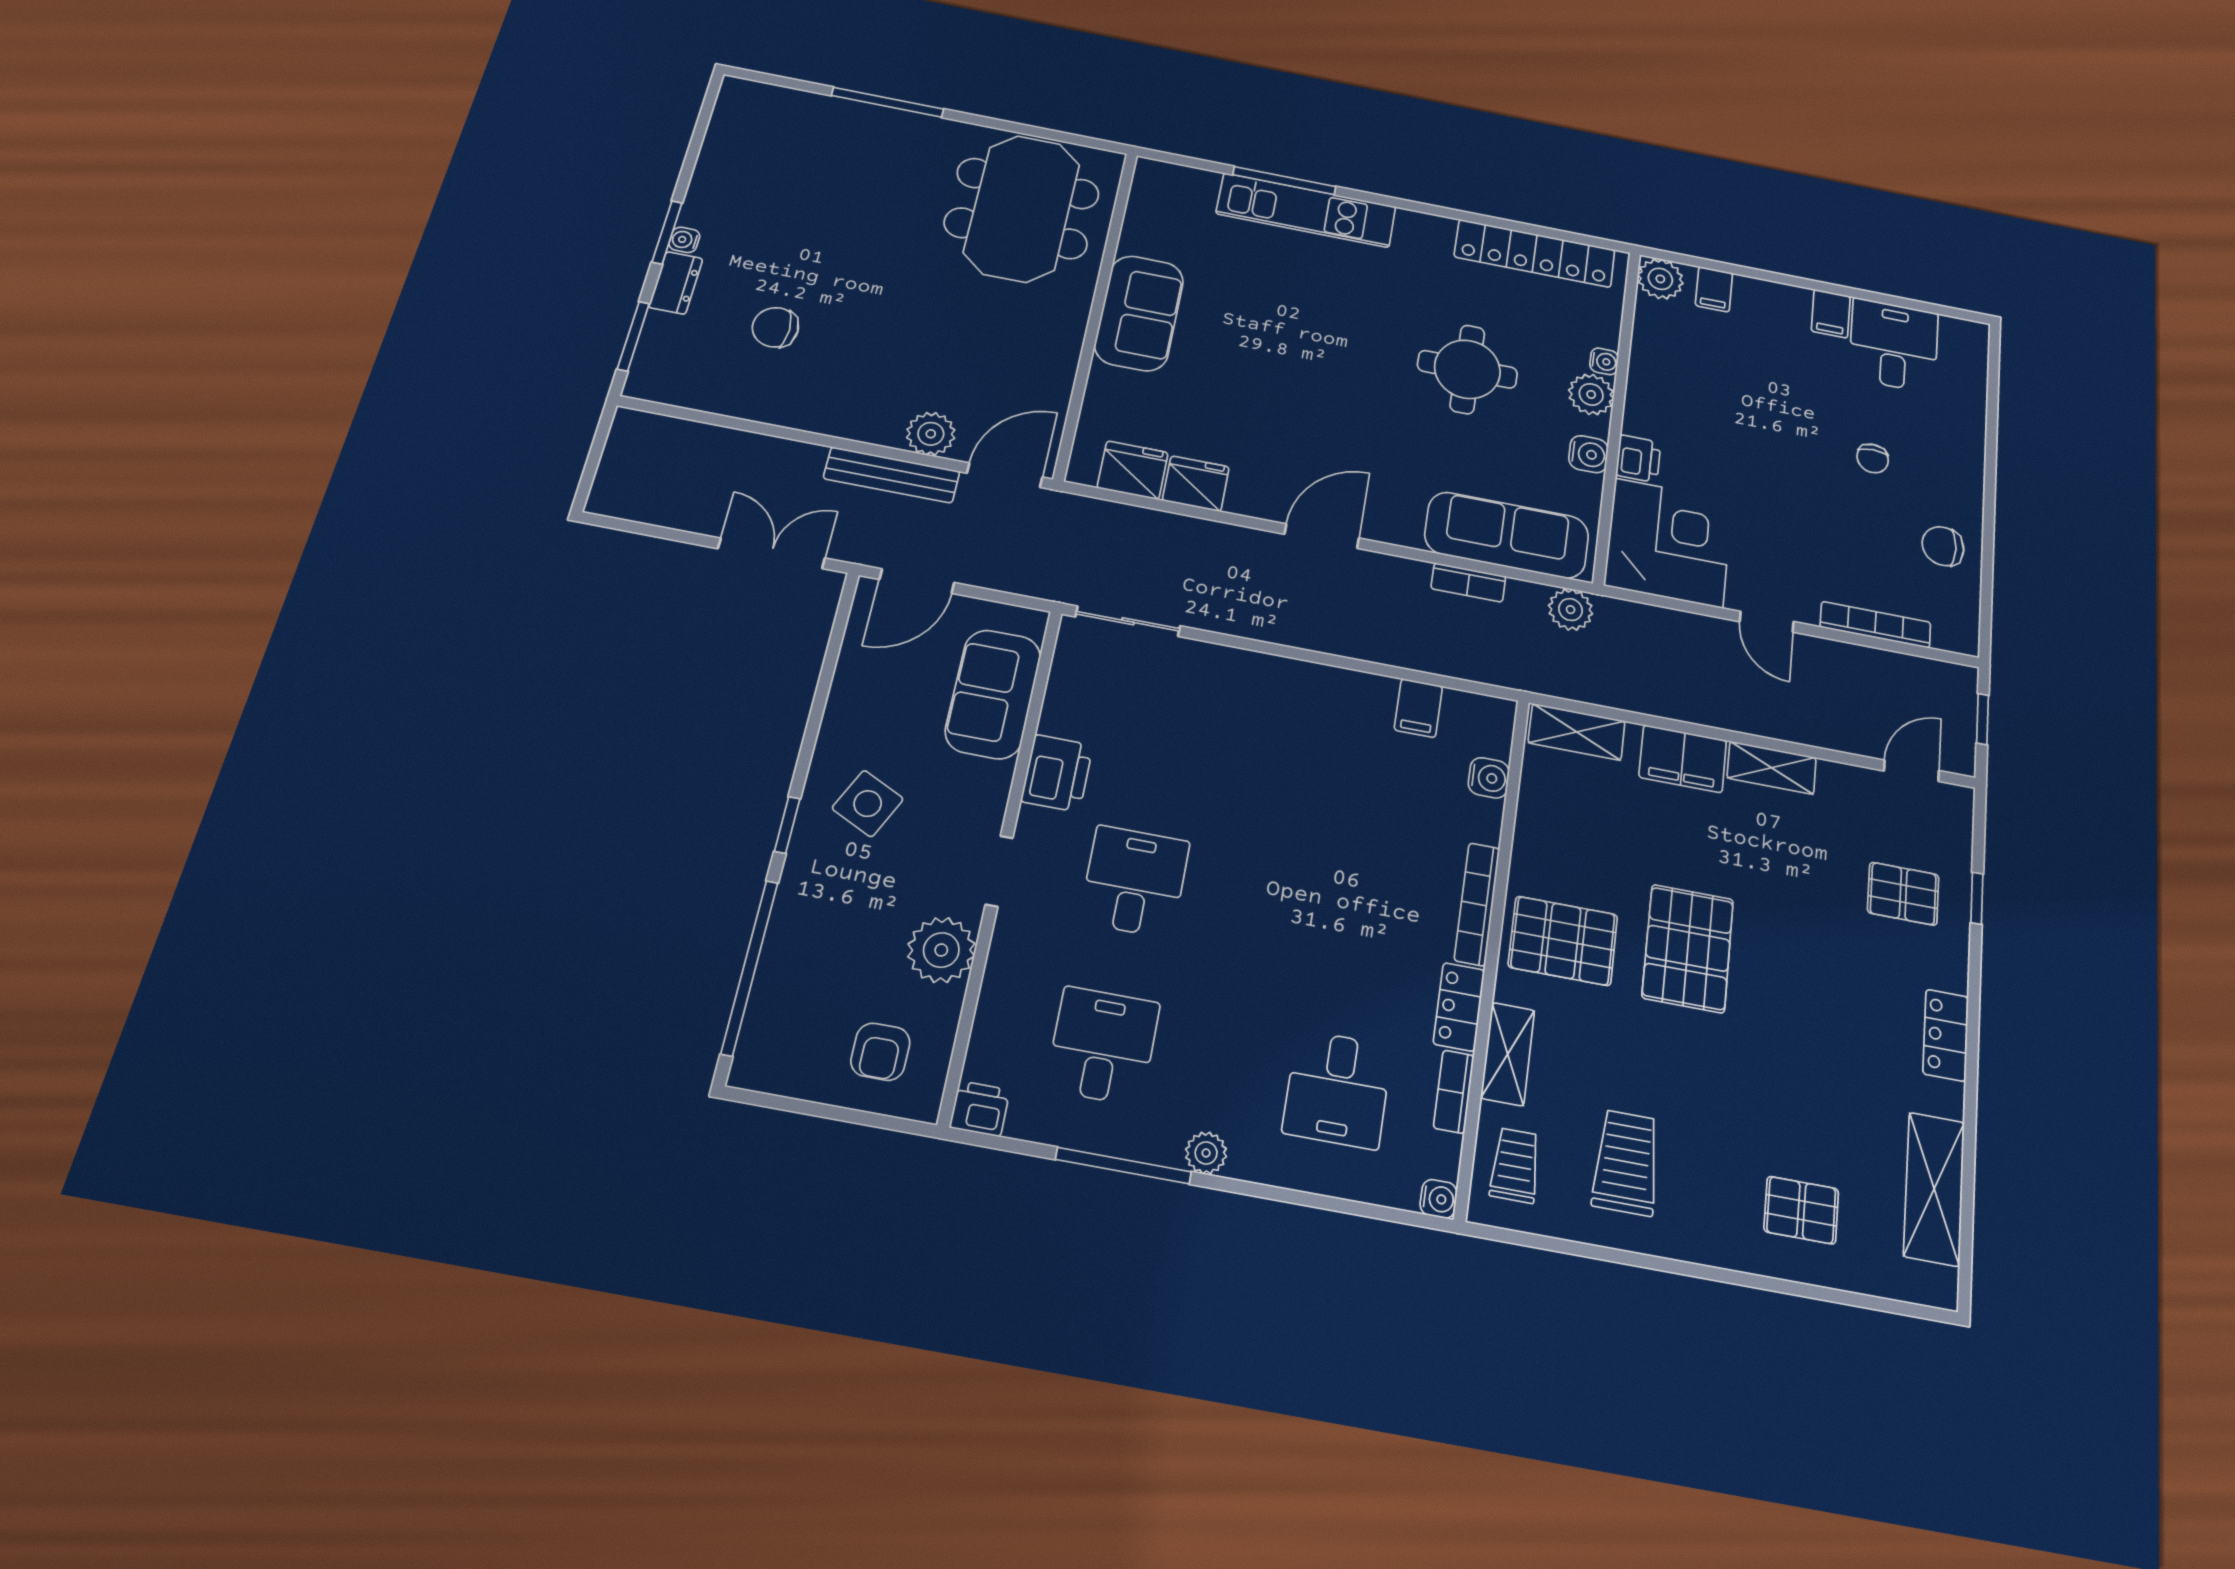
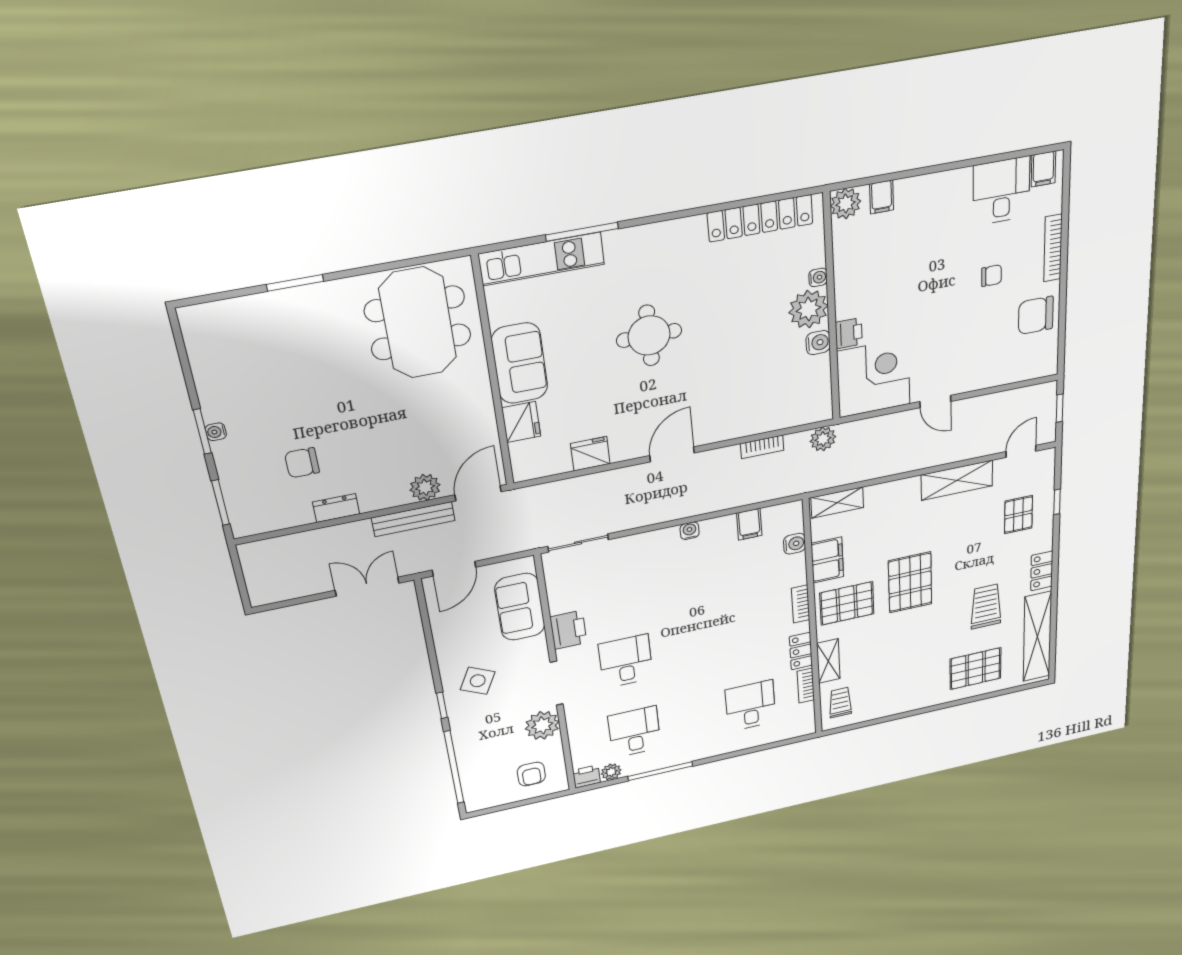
window: (888, 102) -> (295, 283), width x0.69
kitchen unit: (1306, 210) -> (542, 259), moved
dresser: (676, 283) -> (336, 508), moved, turned -90
filing cabinet: (1831, 314) -> (1043, 169), moved
round table: (1467, 369) -> (649, 335), moved
plant: (1591, 394) -> (808, 309), width x1.36, depth x1.36
chair: (1873, 458) -> (991, 276), turned -90
fridge: (1133, 470) -> (521, 422), moved, turned 90
sofa: (1507, 535) -> (779, 411), removed
chair: (1943, 546) -> (1036, 315), width x1.37, depth x1.37
bookcase: (1875, 625) -> (1053, 248), moved, turned -90
filing cabinet: (1683, 759) -> (827, 560), moved, turned -90
shelving: (1772, 768) -> (957, 480), width x1.50, depth x1.33
doorway: (999, 871) -> (557, 683), width x1.38
pallet: (1903, 894) -> (1018, 515), turned 90
bookcase: (1477, 904) -> (801, 604), width x0.64
desk: (1337, 1089) -> (751, 706), turned 180
plant: (1206, 1153) -> (611, 772), moved
trolley: (1626, 1163) -> (986, 606), moved
shelving: (1934, 1189) -> (1037, 637), width x1.47
water cooler: (1439, 1199) -> (690, 531), moved, turned -90
pallet: (1801, 1210) -> (975, 669), width x1.50, depth x1.42

